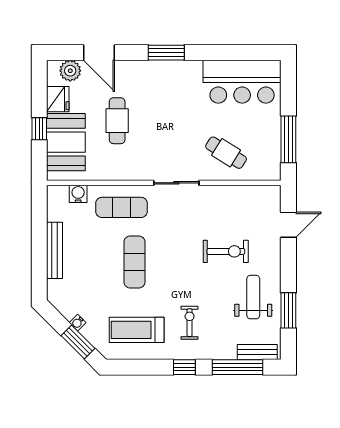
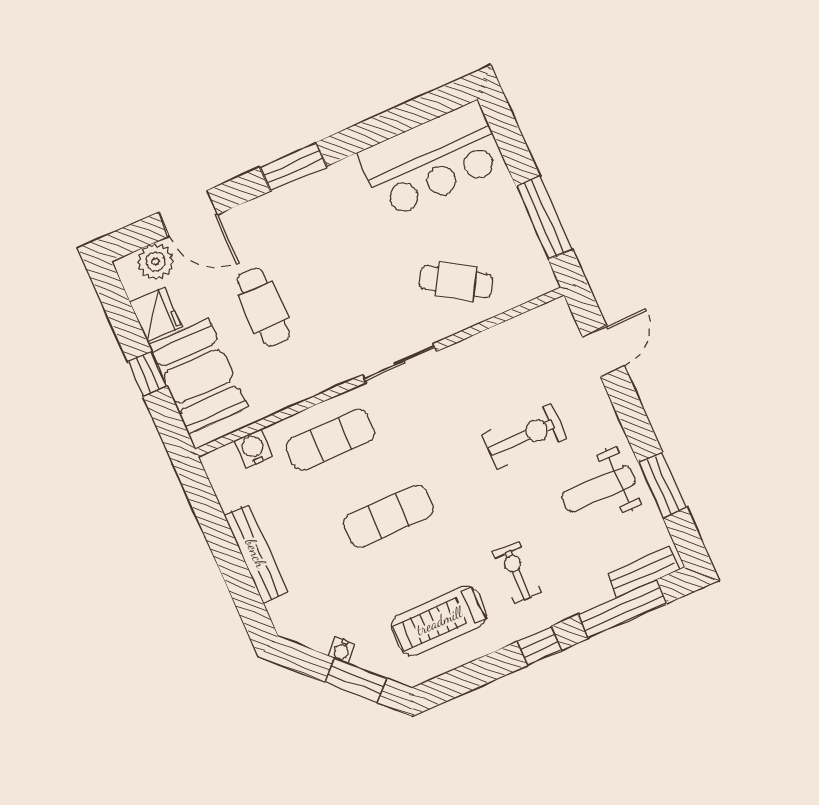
exercise mat: (134, 262) -> (389, 516), turned 90
weight bench: (253, 297) -> (599, 489), turned -90

